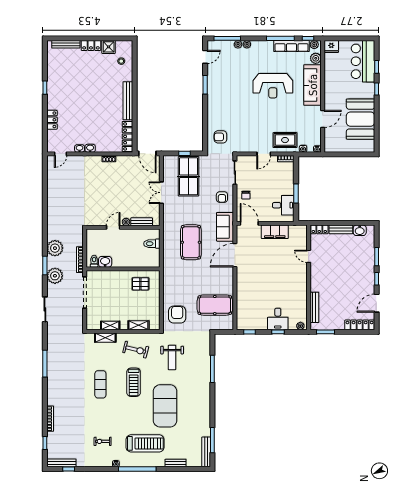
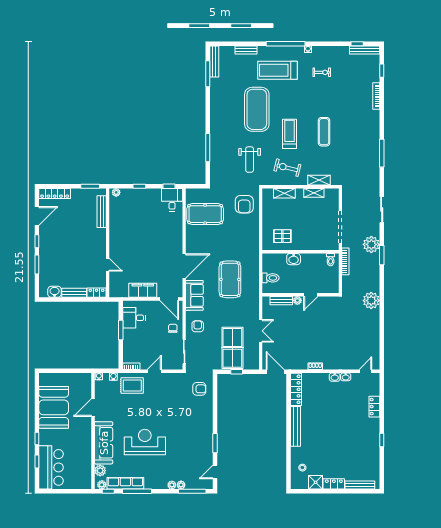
fridge: (331, 46) -> (84, 483), removed
plant: (55, 248) -> (371, 301), moved
washbasin: (105, 262) -> (294, 259), moved
desk: (278, 319) -> (172, 200), moved
weight bench: (172, 358) -> (250, 160), turned 180

